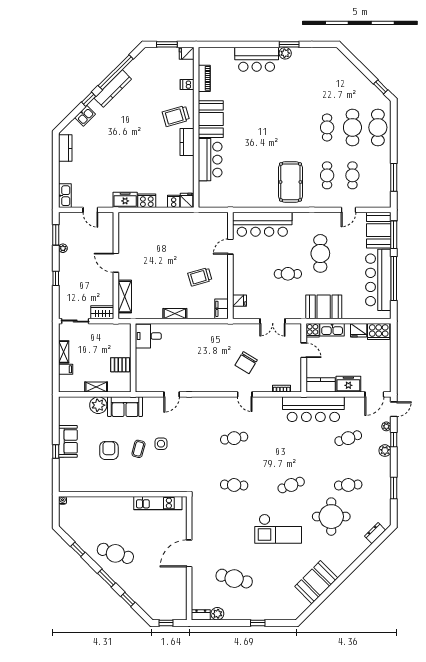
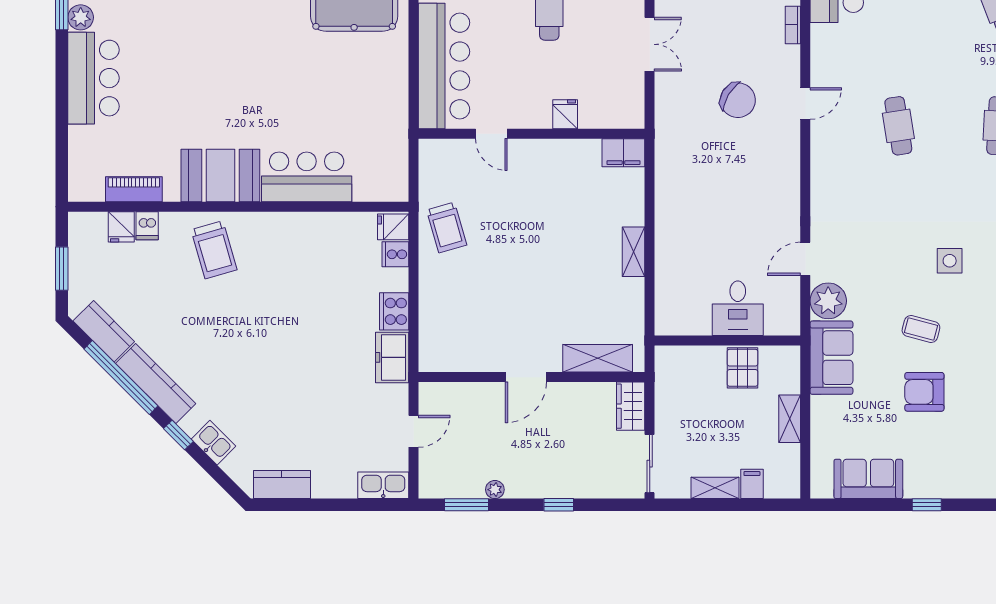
fridge: (187, 53) -> (121, 227), moved
kitchen counter: (187, 142) -> (104, 331), moved, turned -135
trolley: (200, 277) -> (447, 228), moved
fridge: (240, 301) -> (565, 114), moved
desk: (148, 336) -> (738, 308), moved
door: (172, 394) -> (805, 259), swing flipped
plant: (98, 405) -> (828, 301), moved
sofa: (68, 441) -> (868, 479), moved
side table: (161, 444) -> (950, 261), moved

